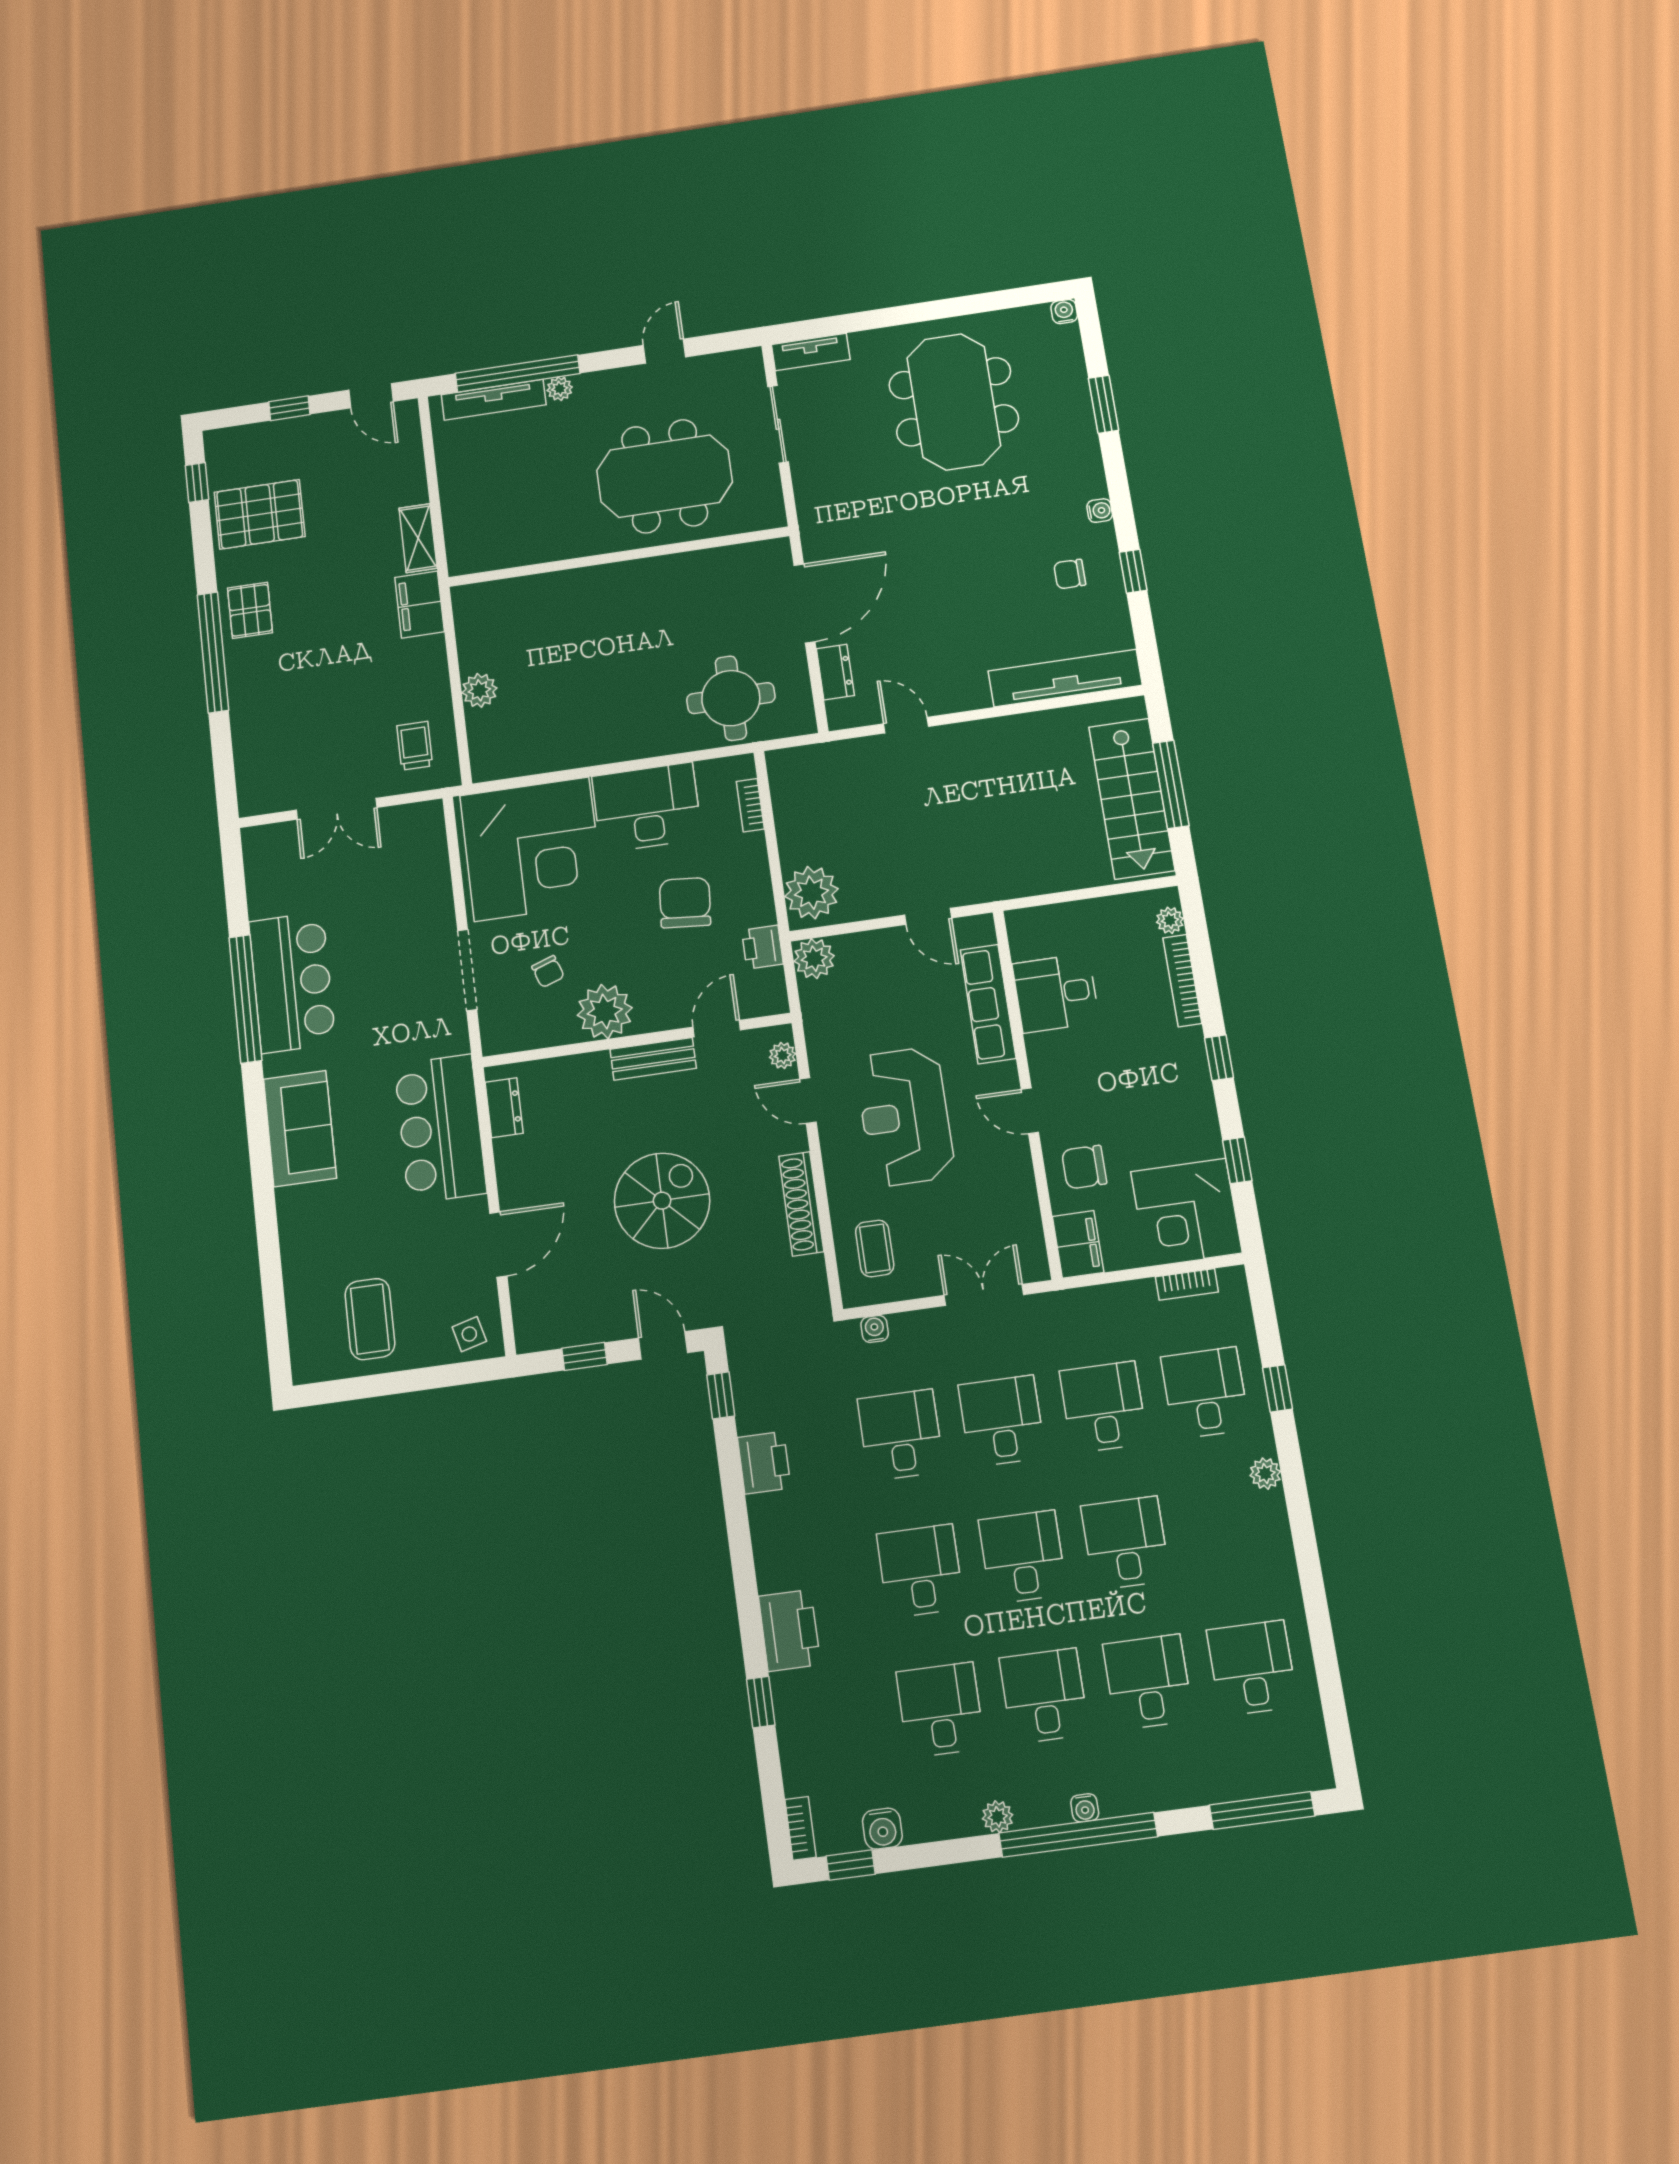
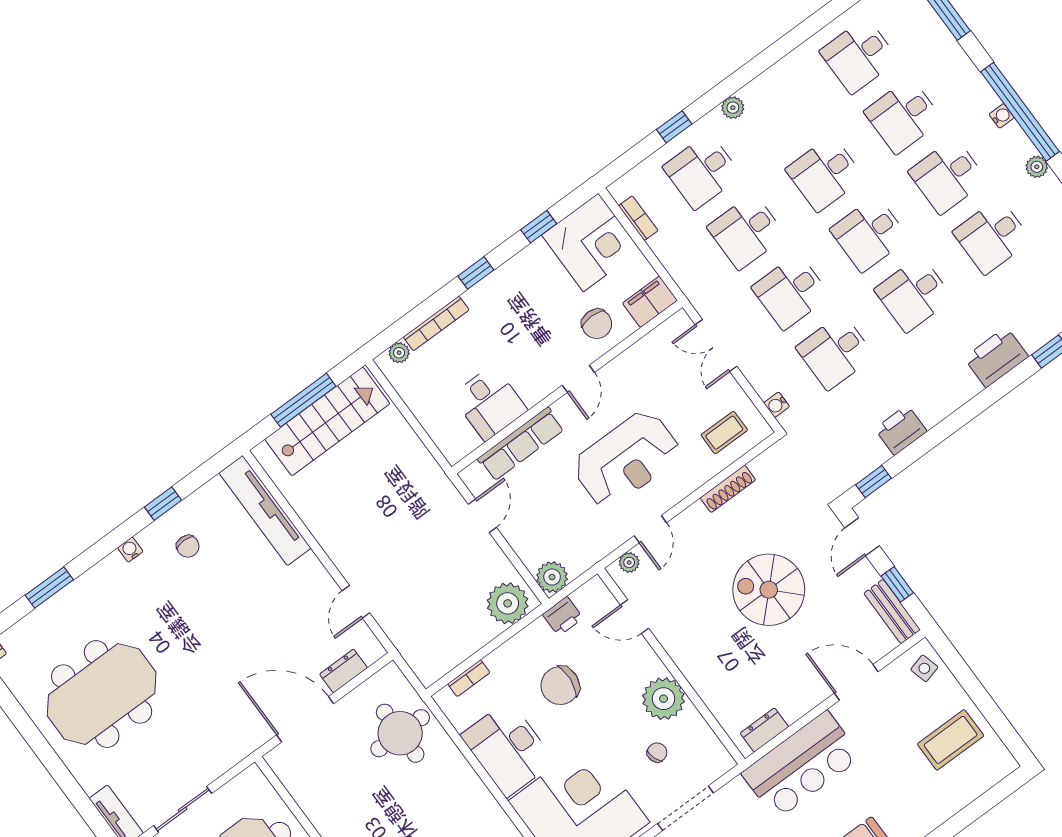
bench: (653, 1059) -> (892, 612), moved
shoe rack: (801, 1204) -> (728, 489), width x0.74, depth x0.81

